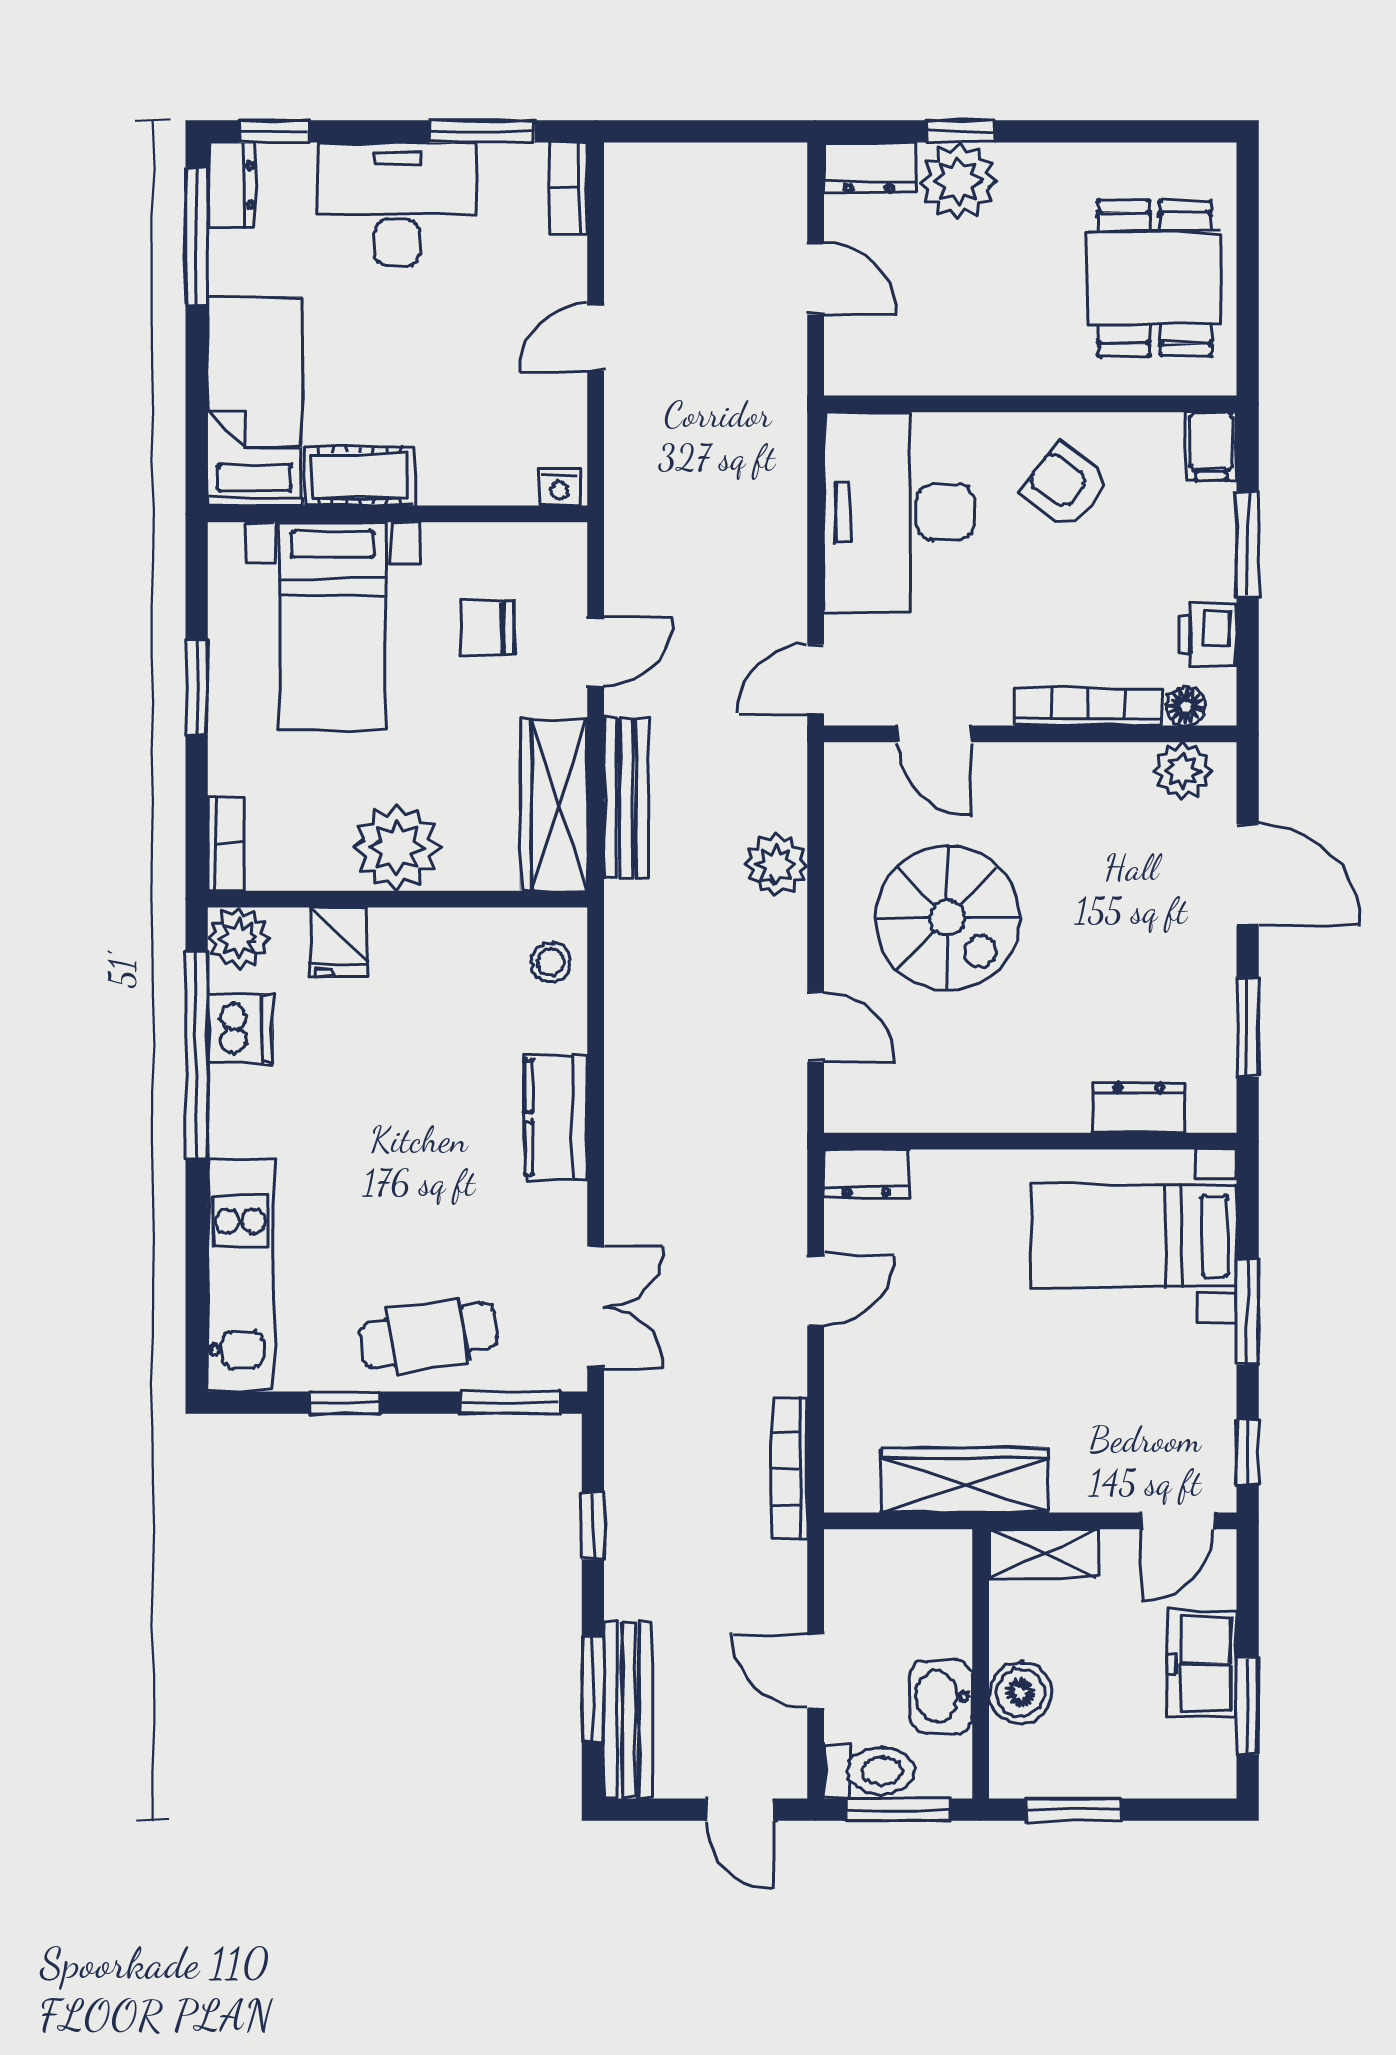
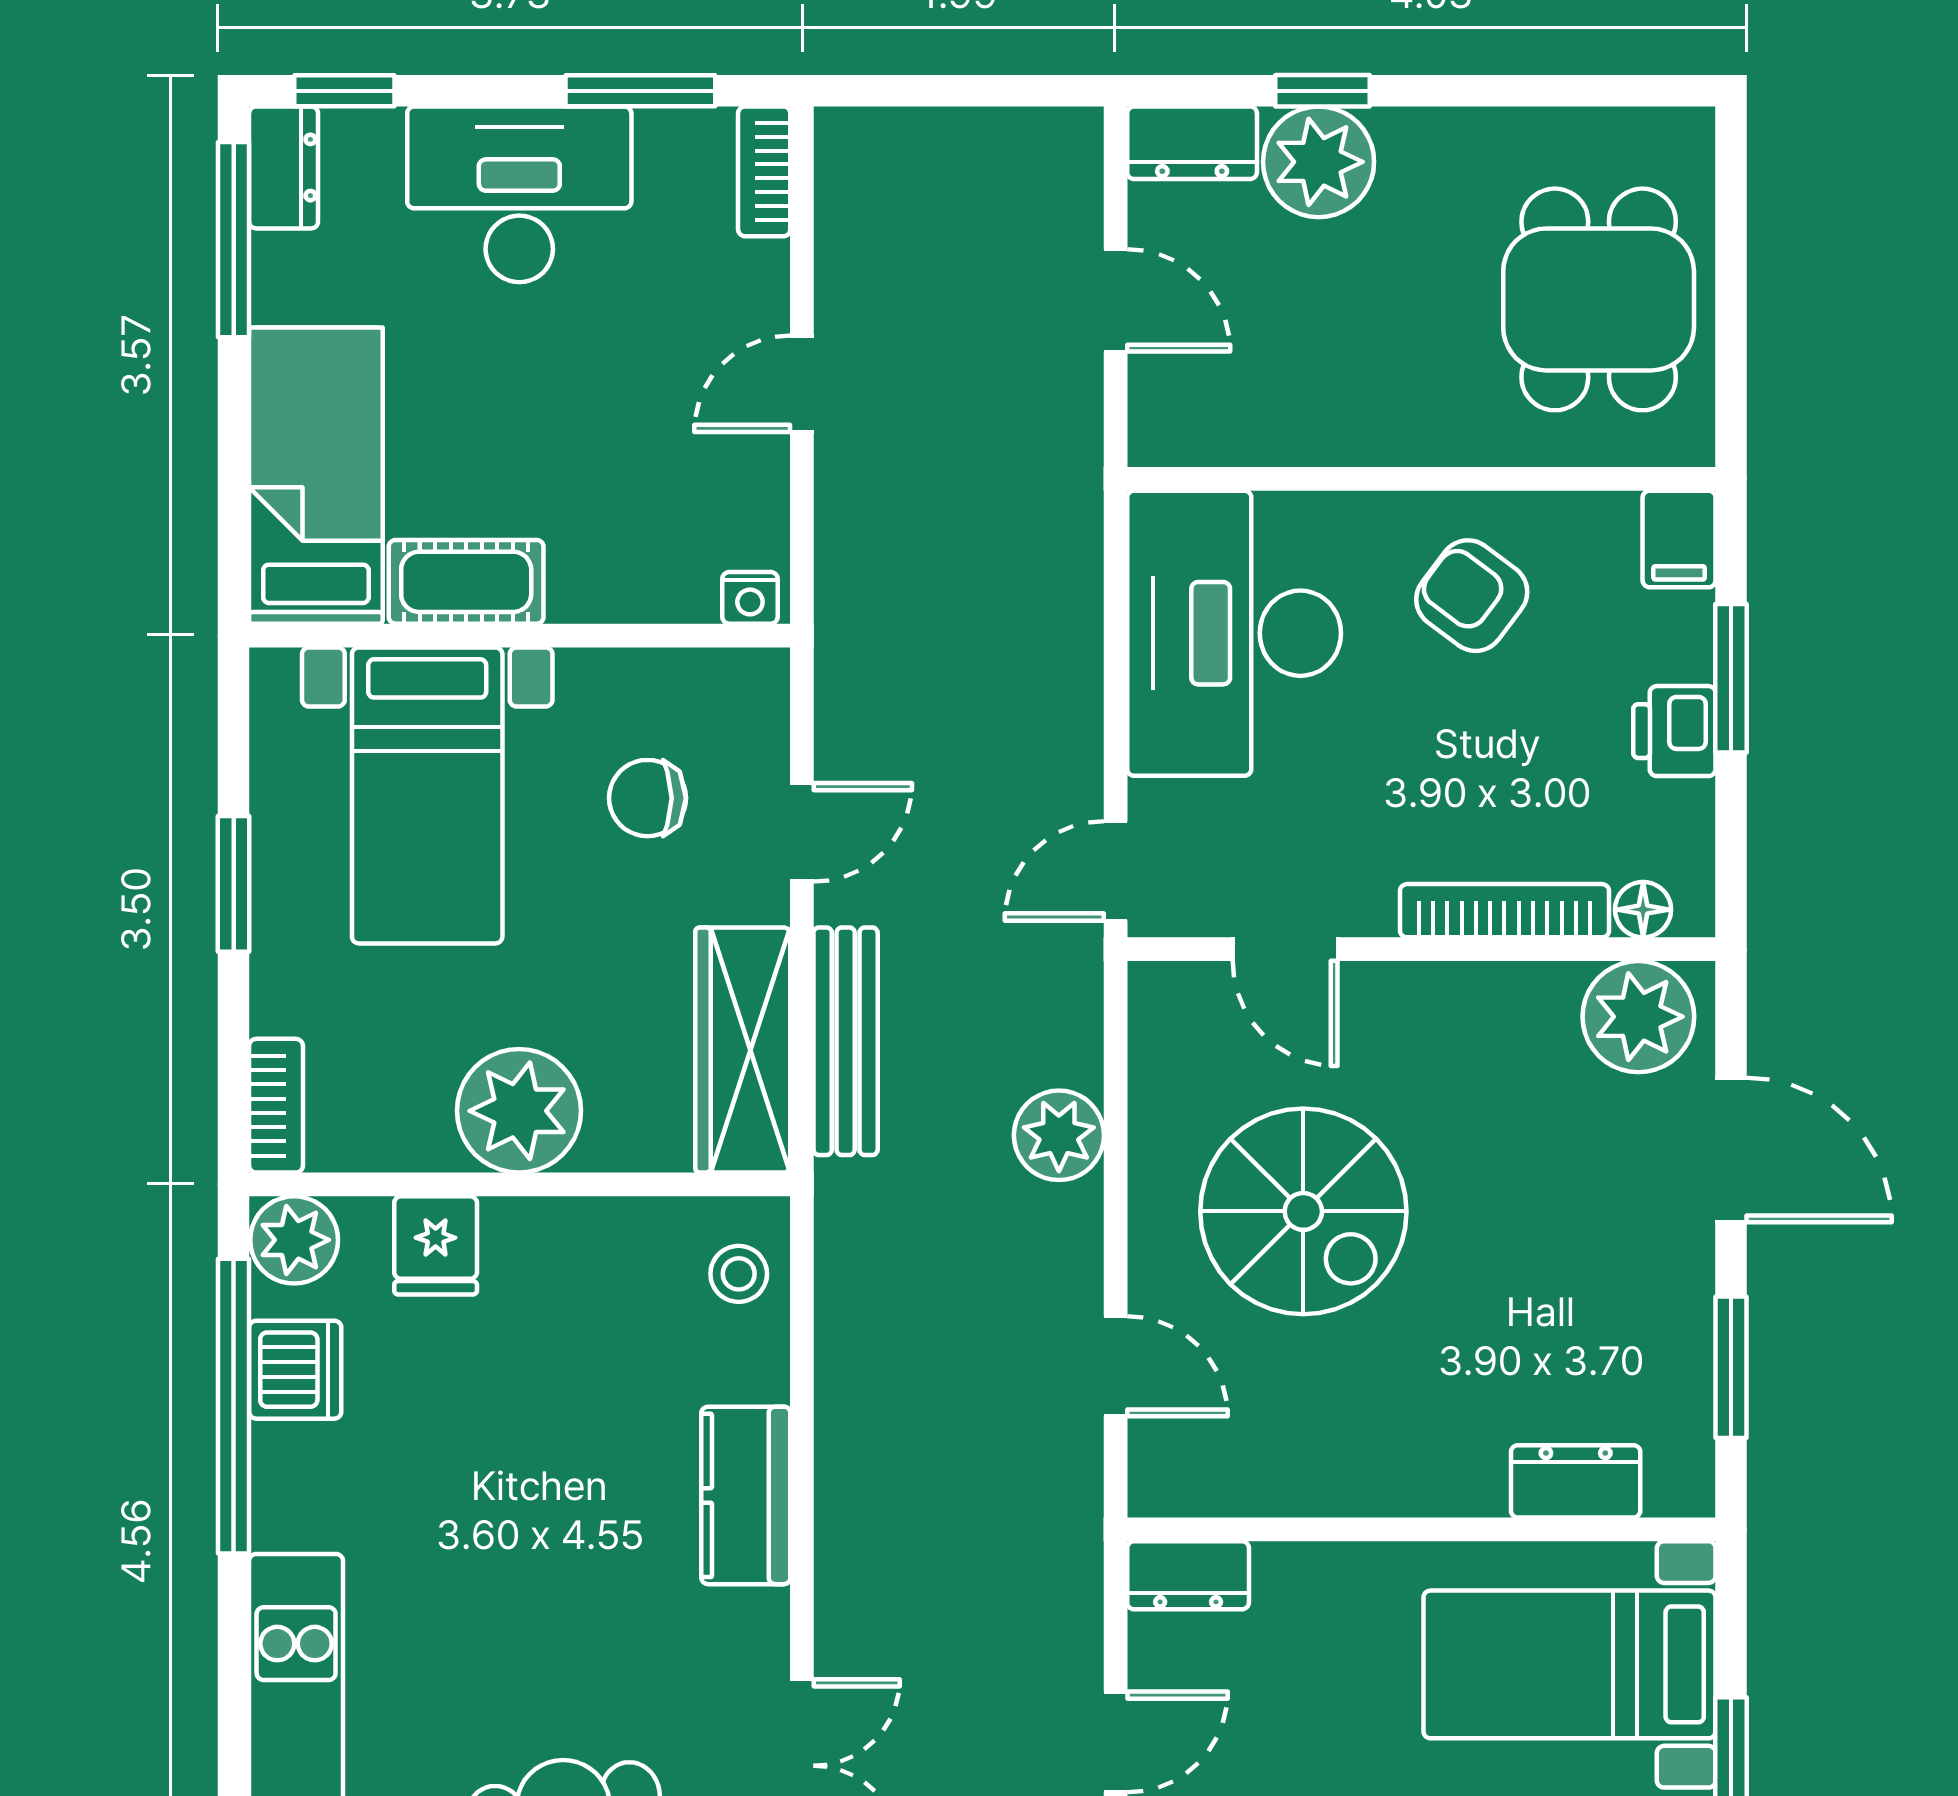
printer: (1208, 635) -> (1674, 731), moved
plant: (1183, 771) -> (1638, 1017), width x1.36, depth x1.36

